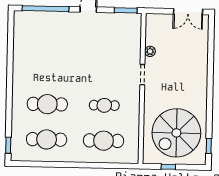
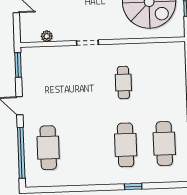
plant: (150, 51) -> (47, 36), moved
cafe table: (103, 141) -> (48, 148), moved
window: (8, 145) -> (133, 186), moved

